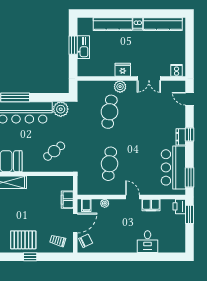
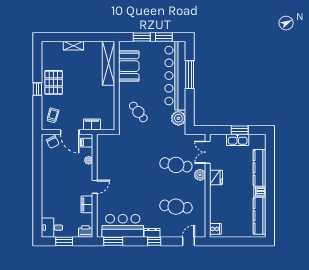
double door: (149, 78) -> (208, 152), moved
cafe table: (110, 164) -> (176, 207), moved
window: (190, 214) -> (64, 241), moved
desk: (148, 242) -> (52, 228), moved

